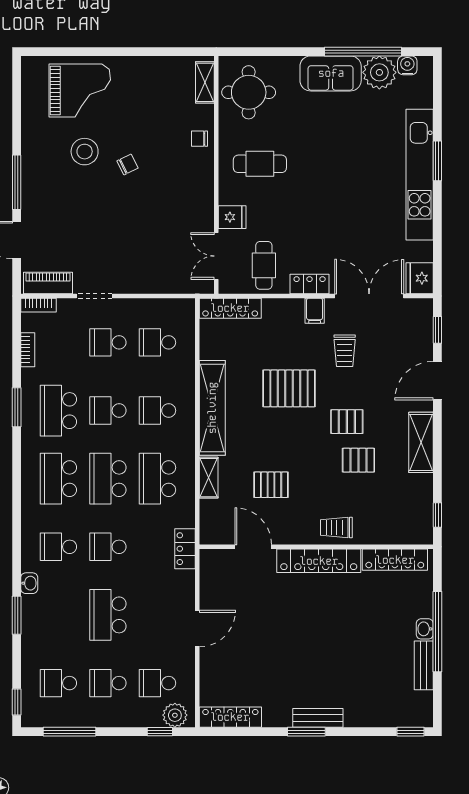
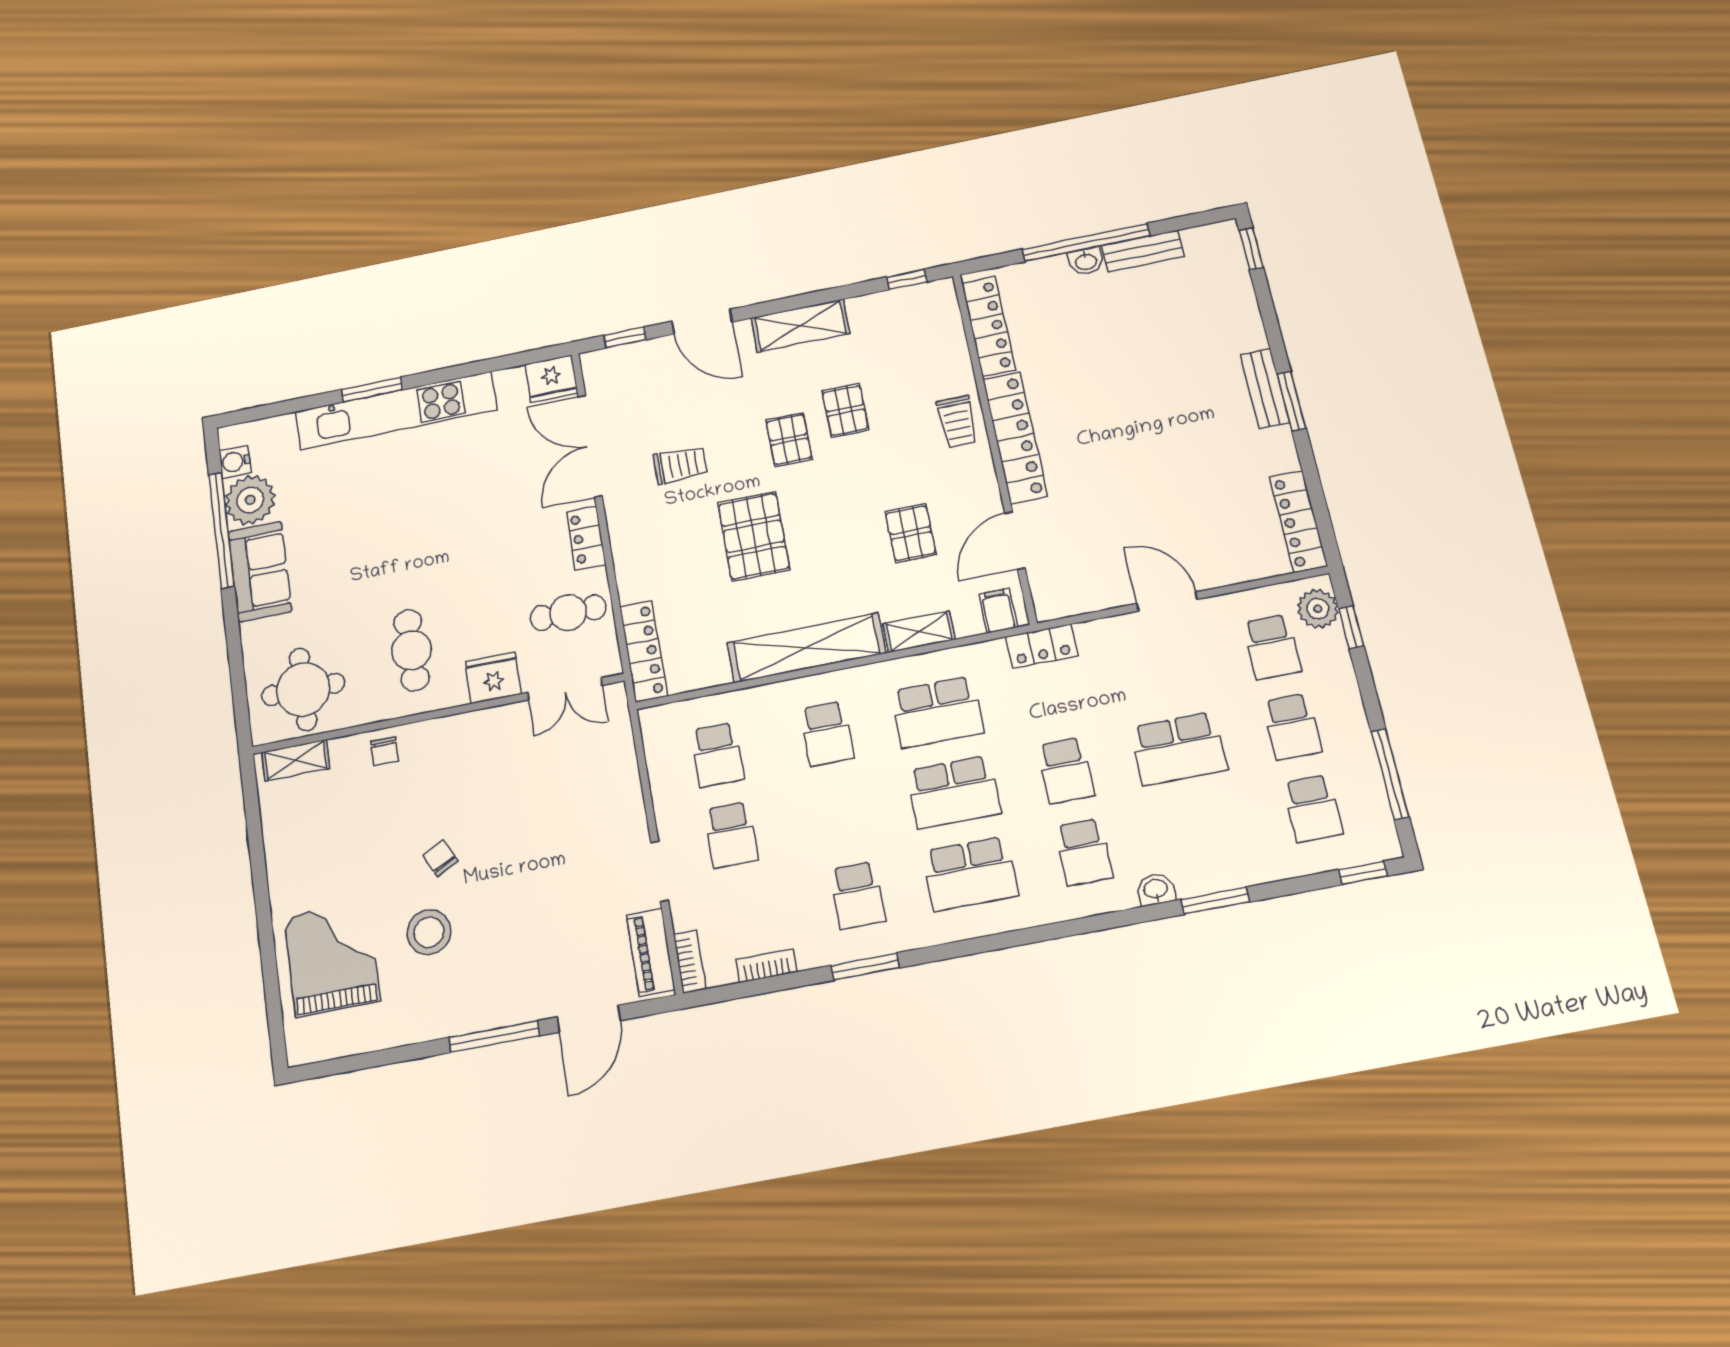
fridge: (232, 217) -> (493, 678), width x1.38
filing cabinet: (315, 311) -> (998, 611), moved, turned -90
school desk: (58, 411) -> (857, 895), width x0.54
school desk: (108, 411) -> (842, 813), removed

